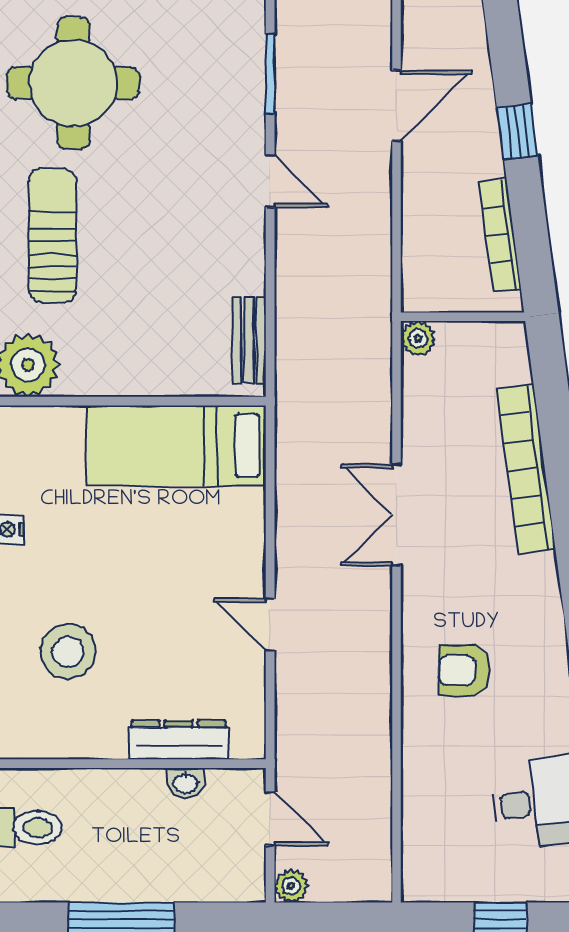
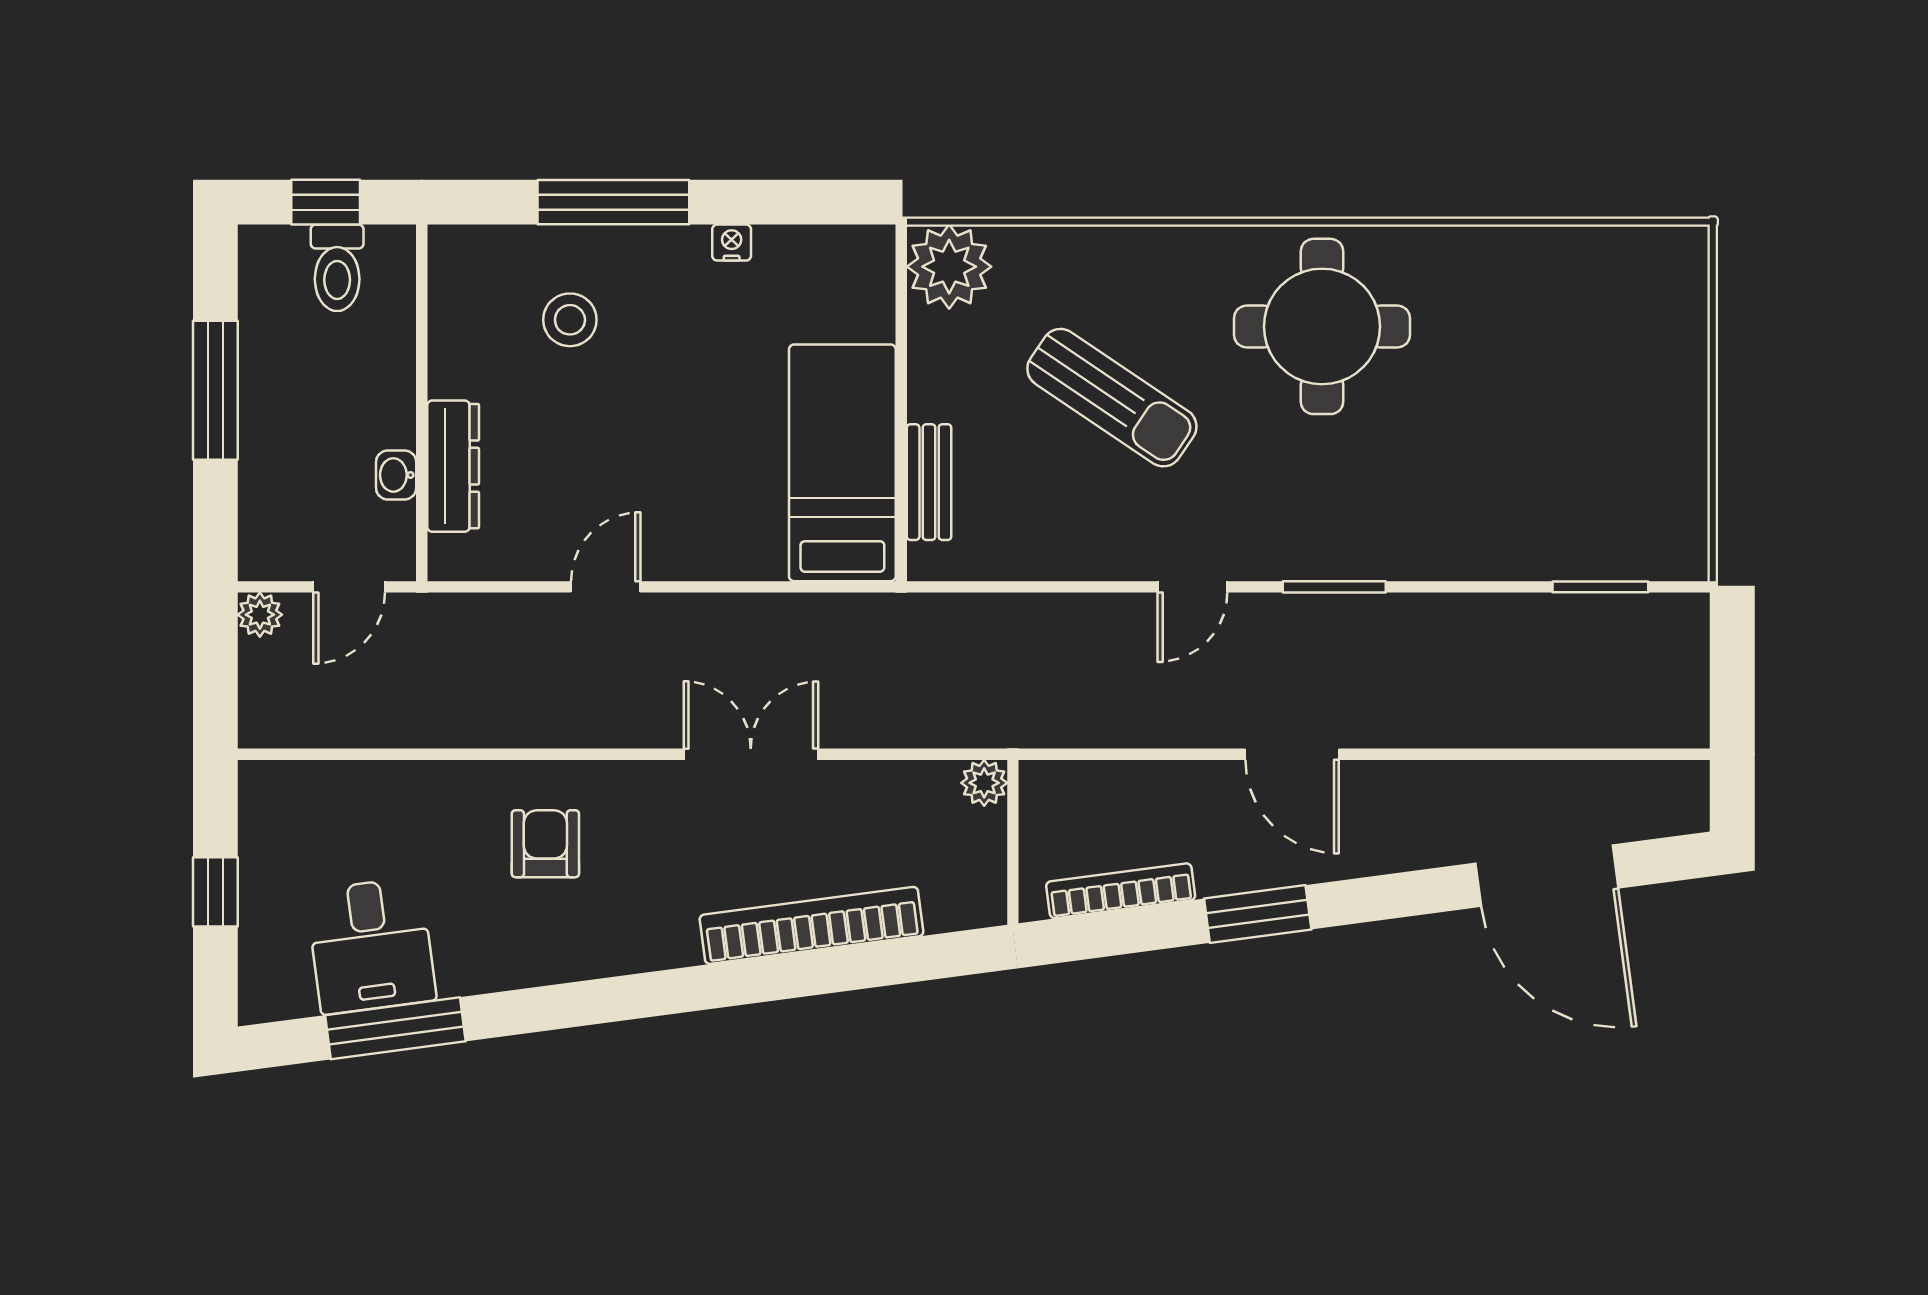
window: (517, 132) -> (1258, 914), width x1.50
sun lounger: (53, 236) -> (1112, 398), moved, turned 34
bench: (249, 340) -> (929, 482), moved, turned 90
stool: (68, 652) -> (570, 320), width x0.73, depth x0.73

